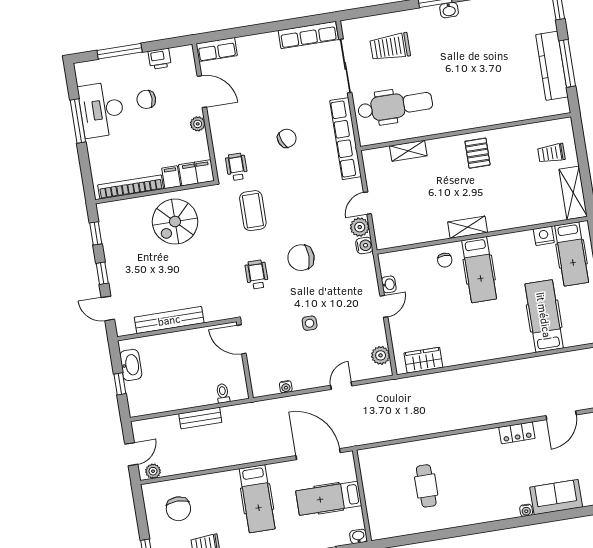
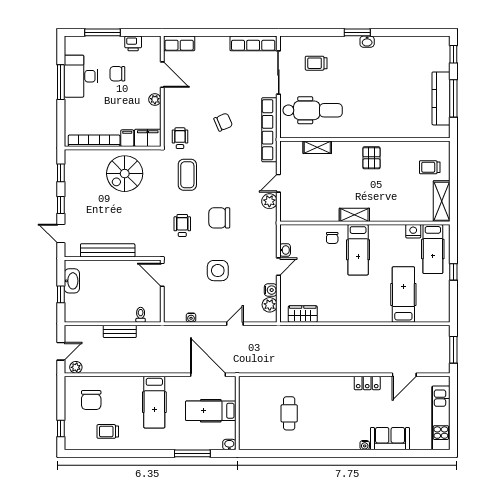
trolley: (390, 47) -> (316, 63), width x0.73, depth x0.72
water cooler: (364, 245) -> (271, 290), moved
side table: (310, 323) -> (218, 271), width x1.87, depth x1.87

